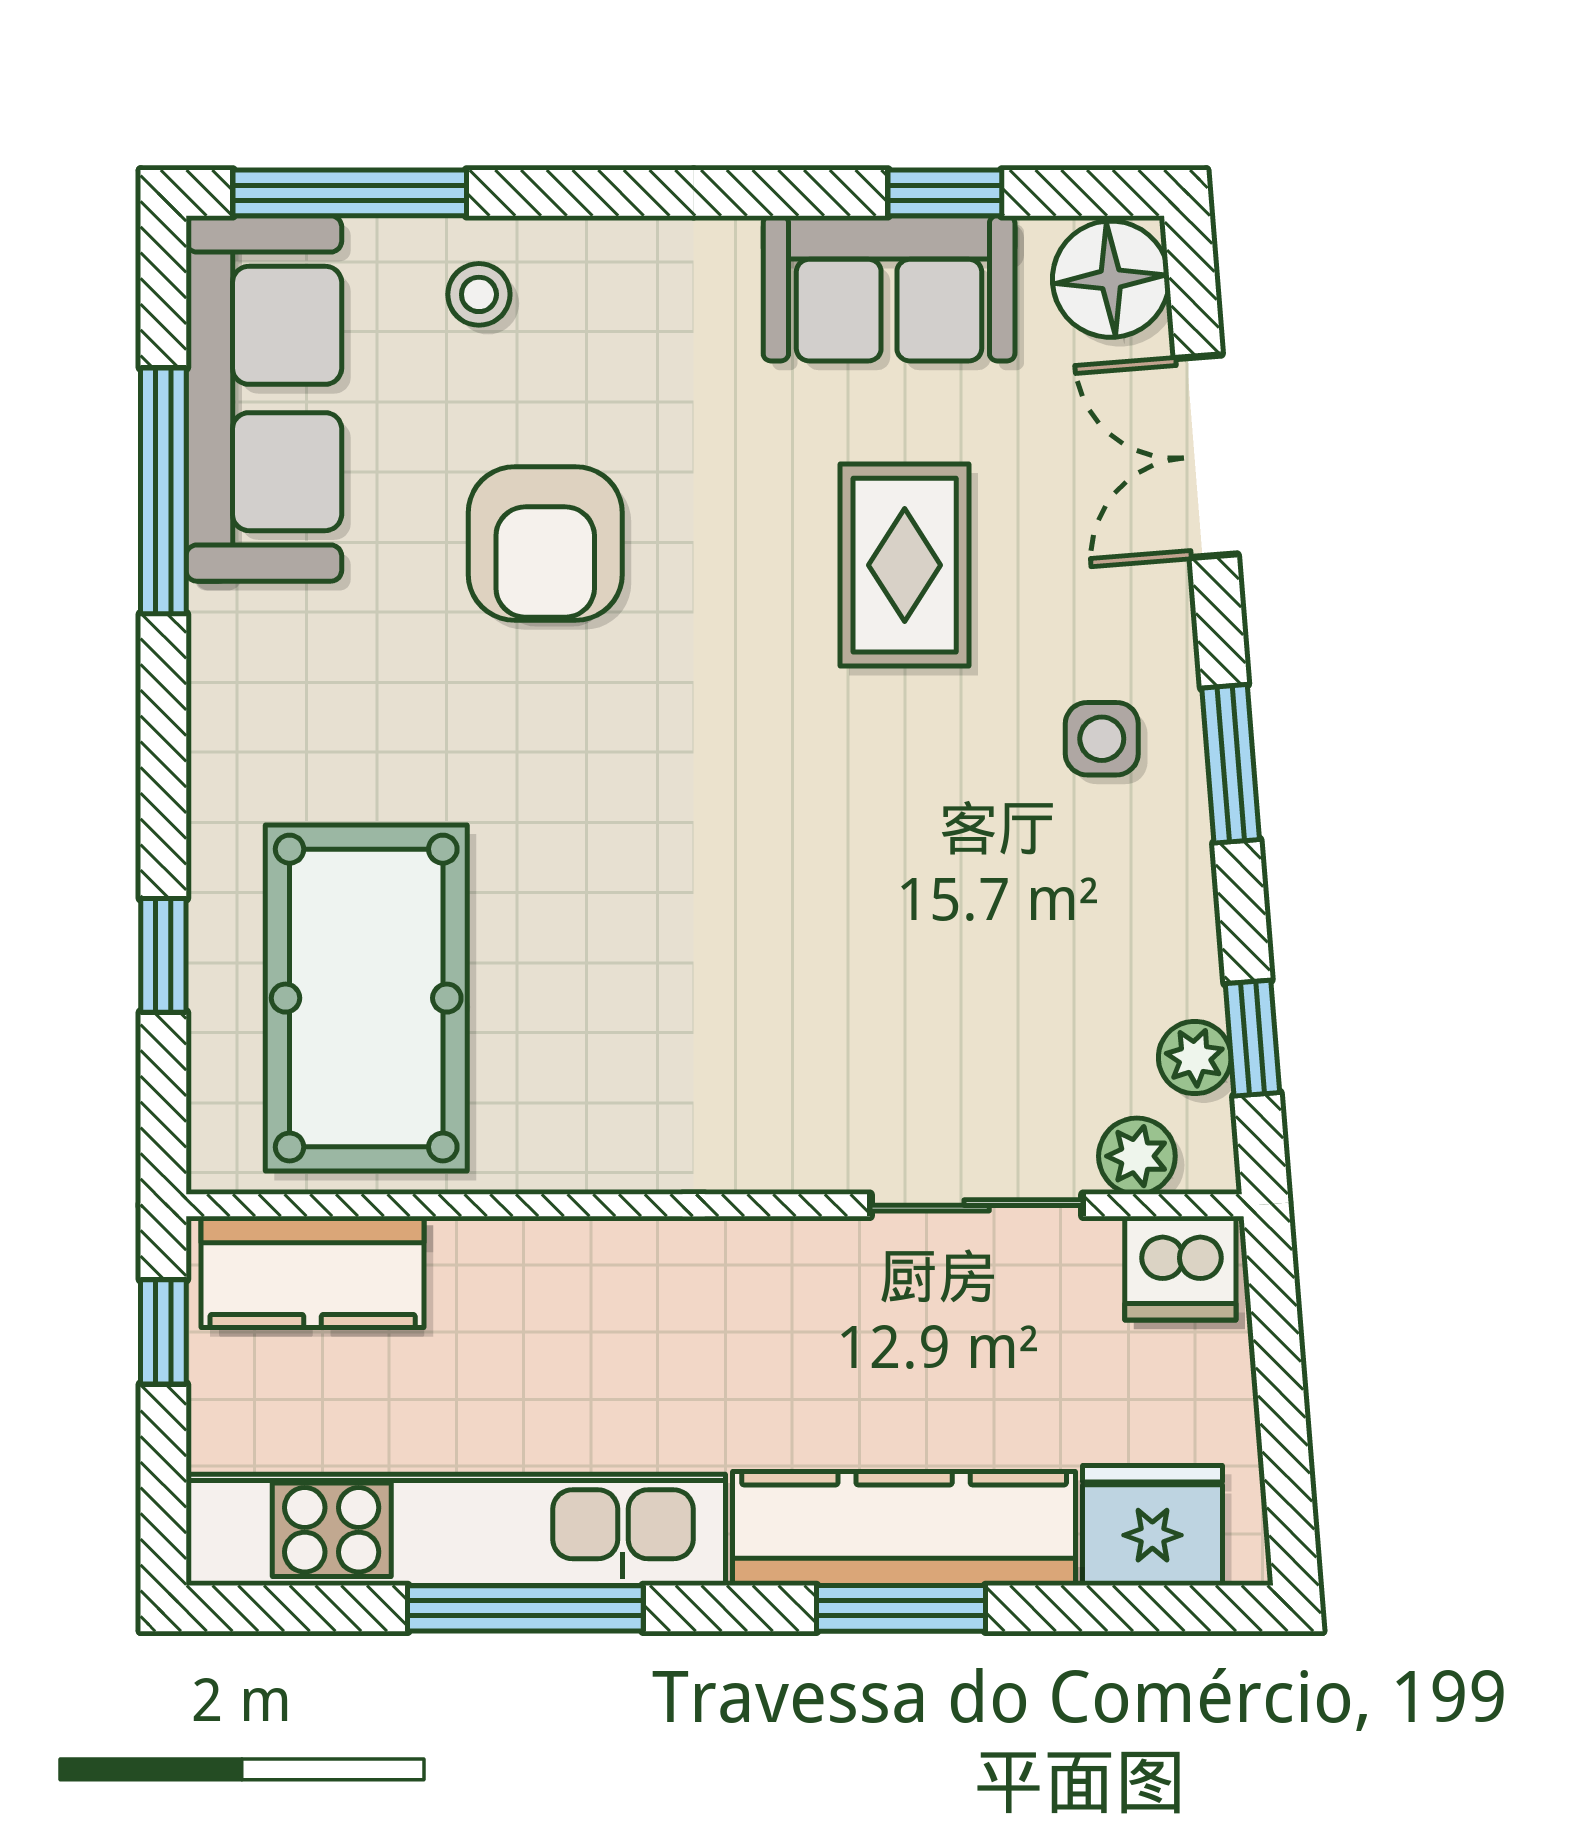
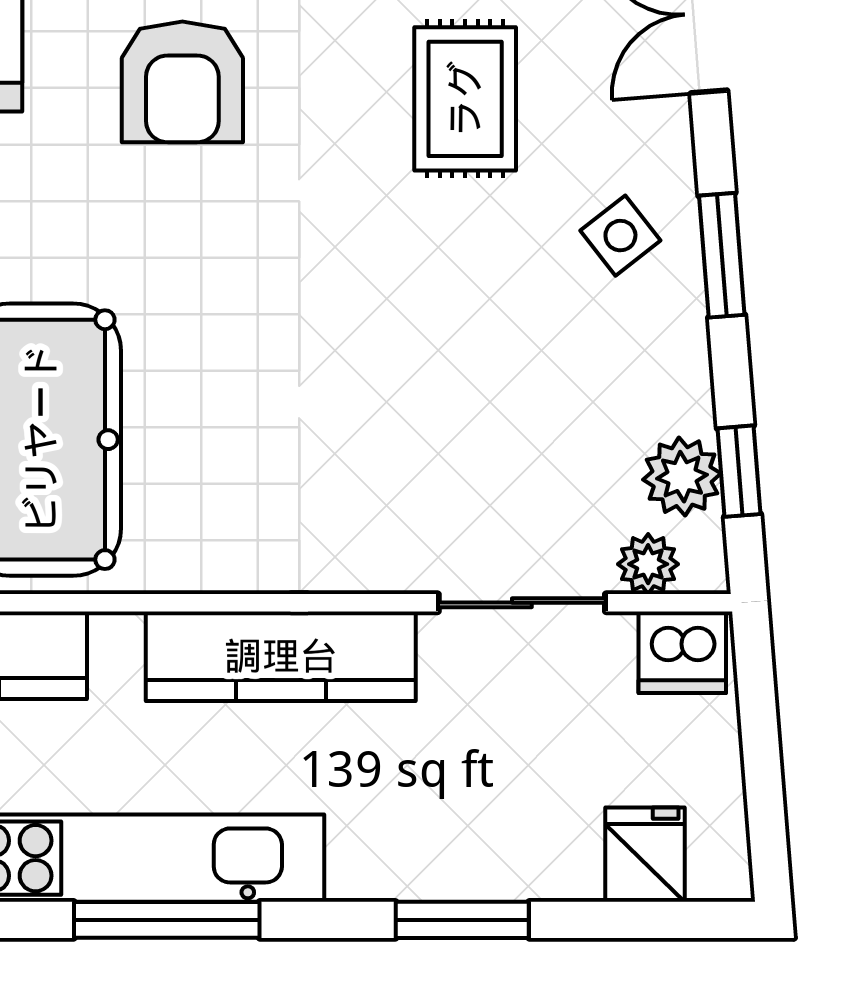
side table: (1102, 739) -> (620, 236), turned -38
plant: (1195, 1058) -> (682, 477), width x1.38, depth x1.38
fridge: (1152, 1525) -> (645, 855), width x0.72
kitchen counter: (904, 1528) -> (281, 656), moved, turned 180

